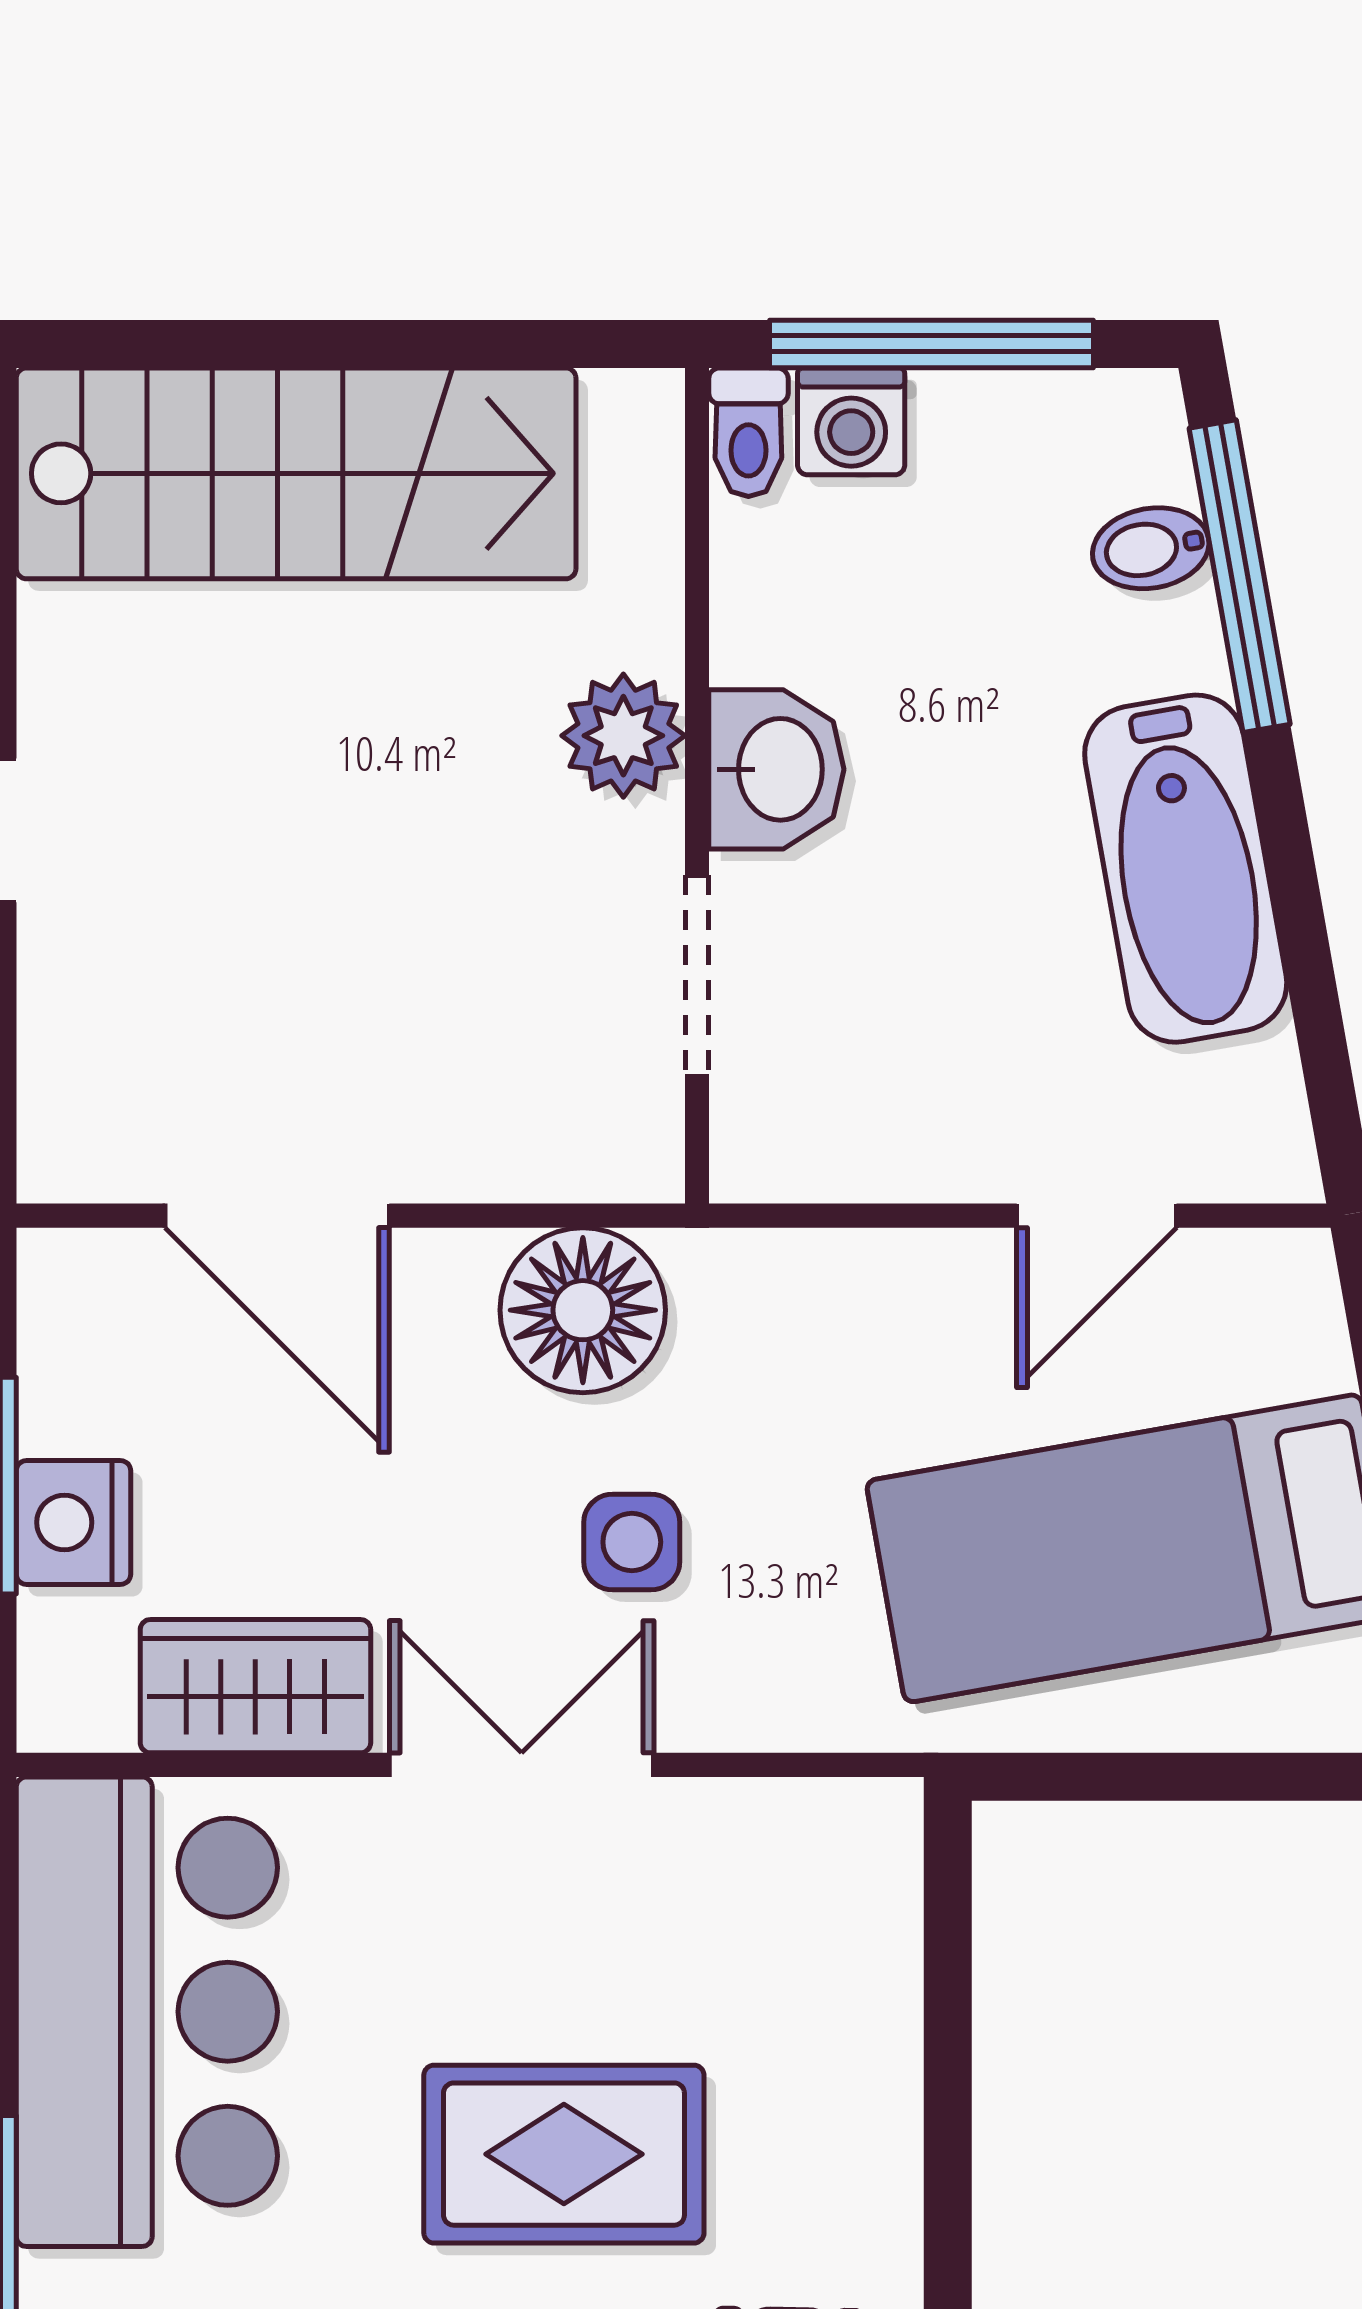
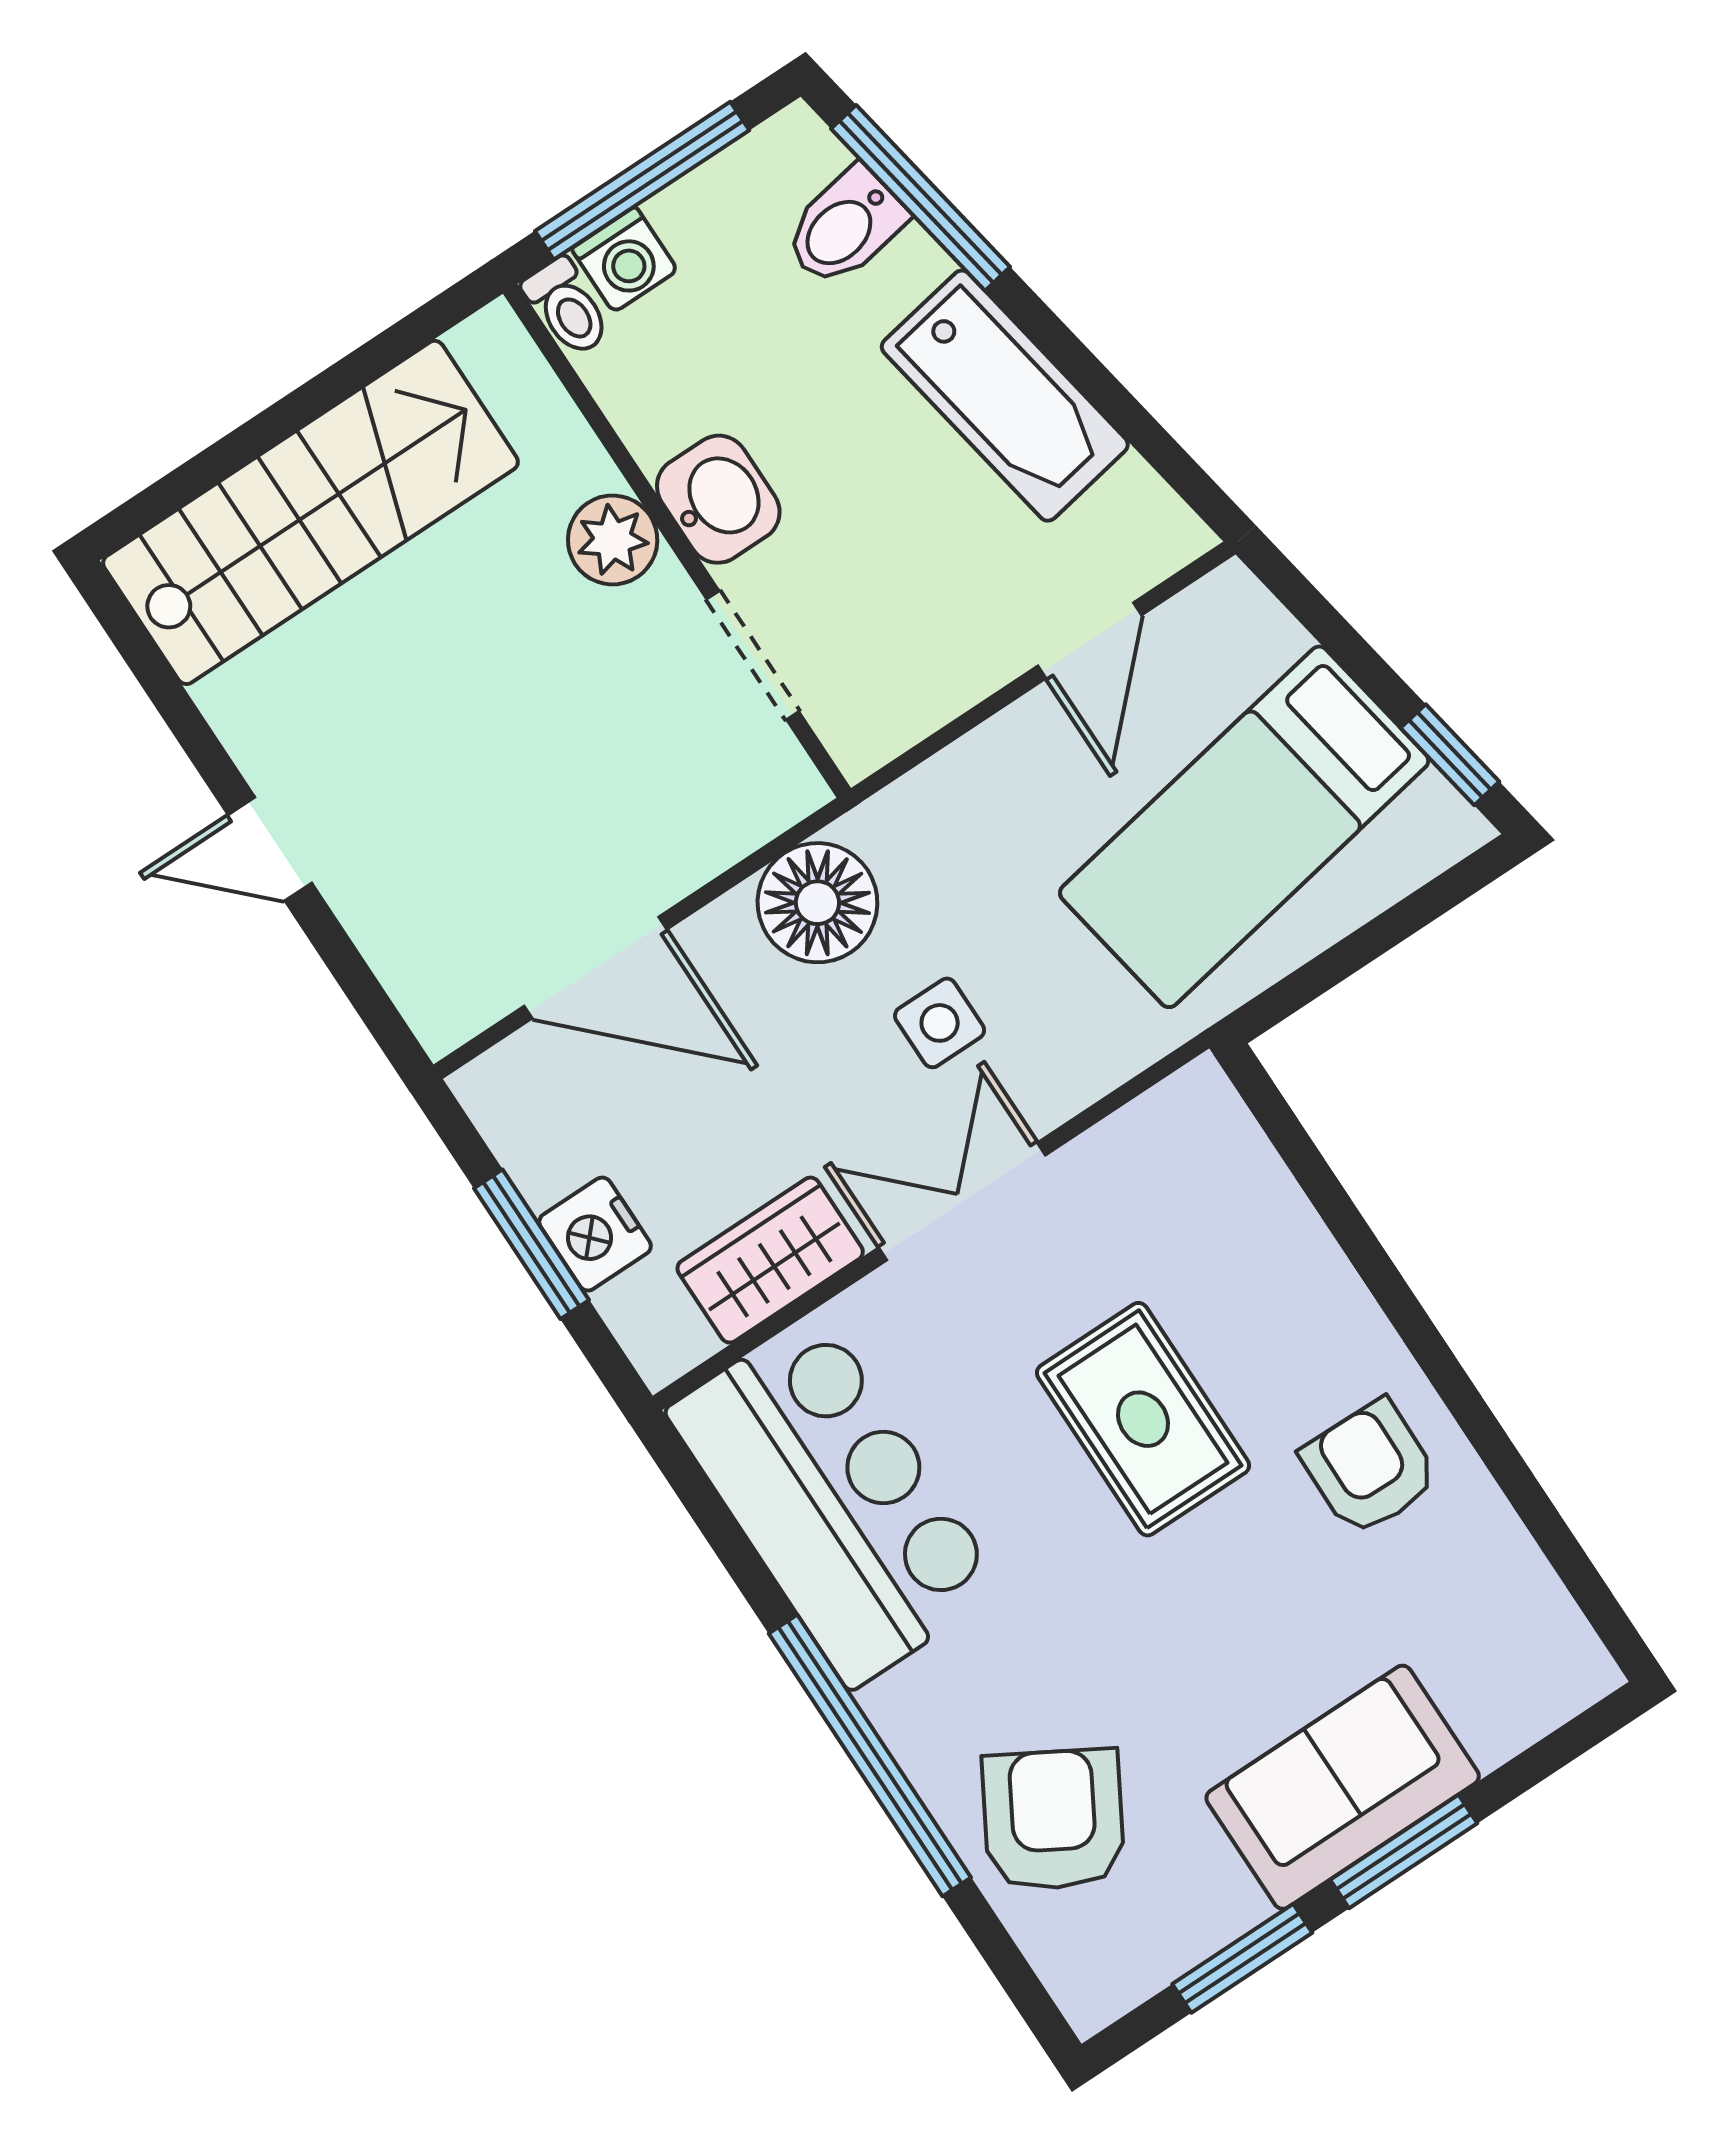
bidet: (1151, 548) -> (845, 227), width x1.38, depth x1.36
rug: (564, 2154) -> (1143, 1419), turned 90

